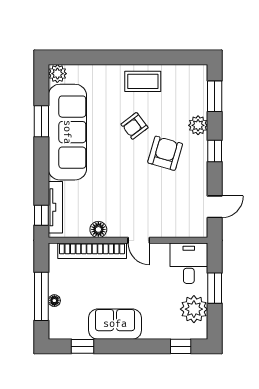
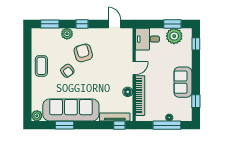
armchair: (165, 153) -> (83, 53), turned 58
window: (215, 288) -> (172, 24), moved

